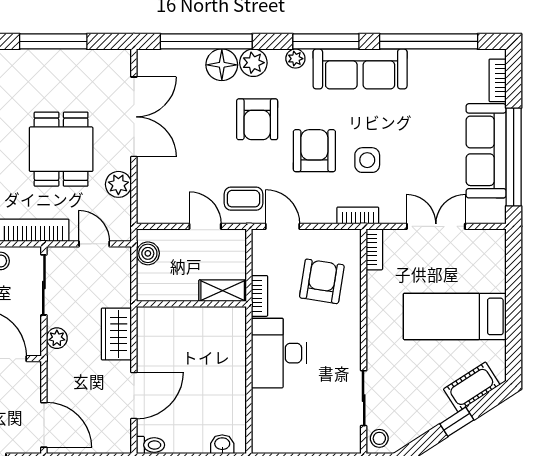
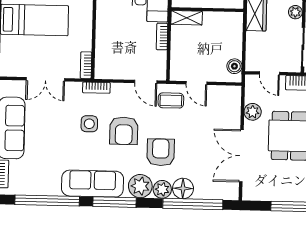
plant: (295, 59) -> (140, 186), width x1.87, depth x1.87
armchair: (322, 281) -> (121, 45), removed
shelving: (223, 291) -> (187, 18), moved
wall: (191, 304) -> (207, 10), moved

